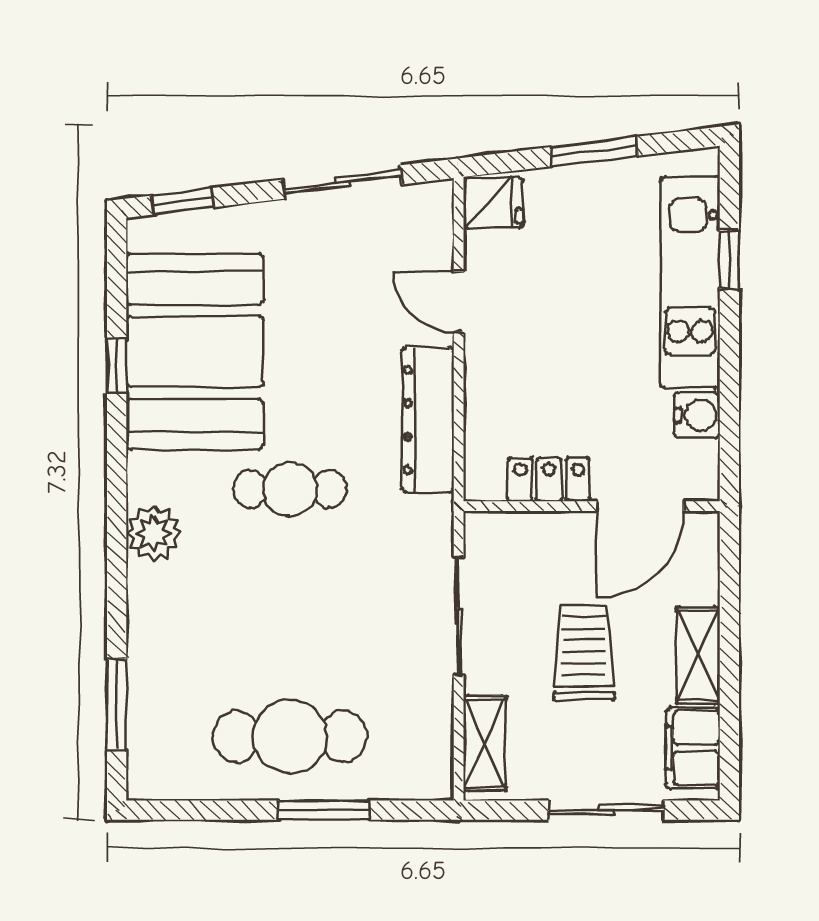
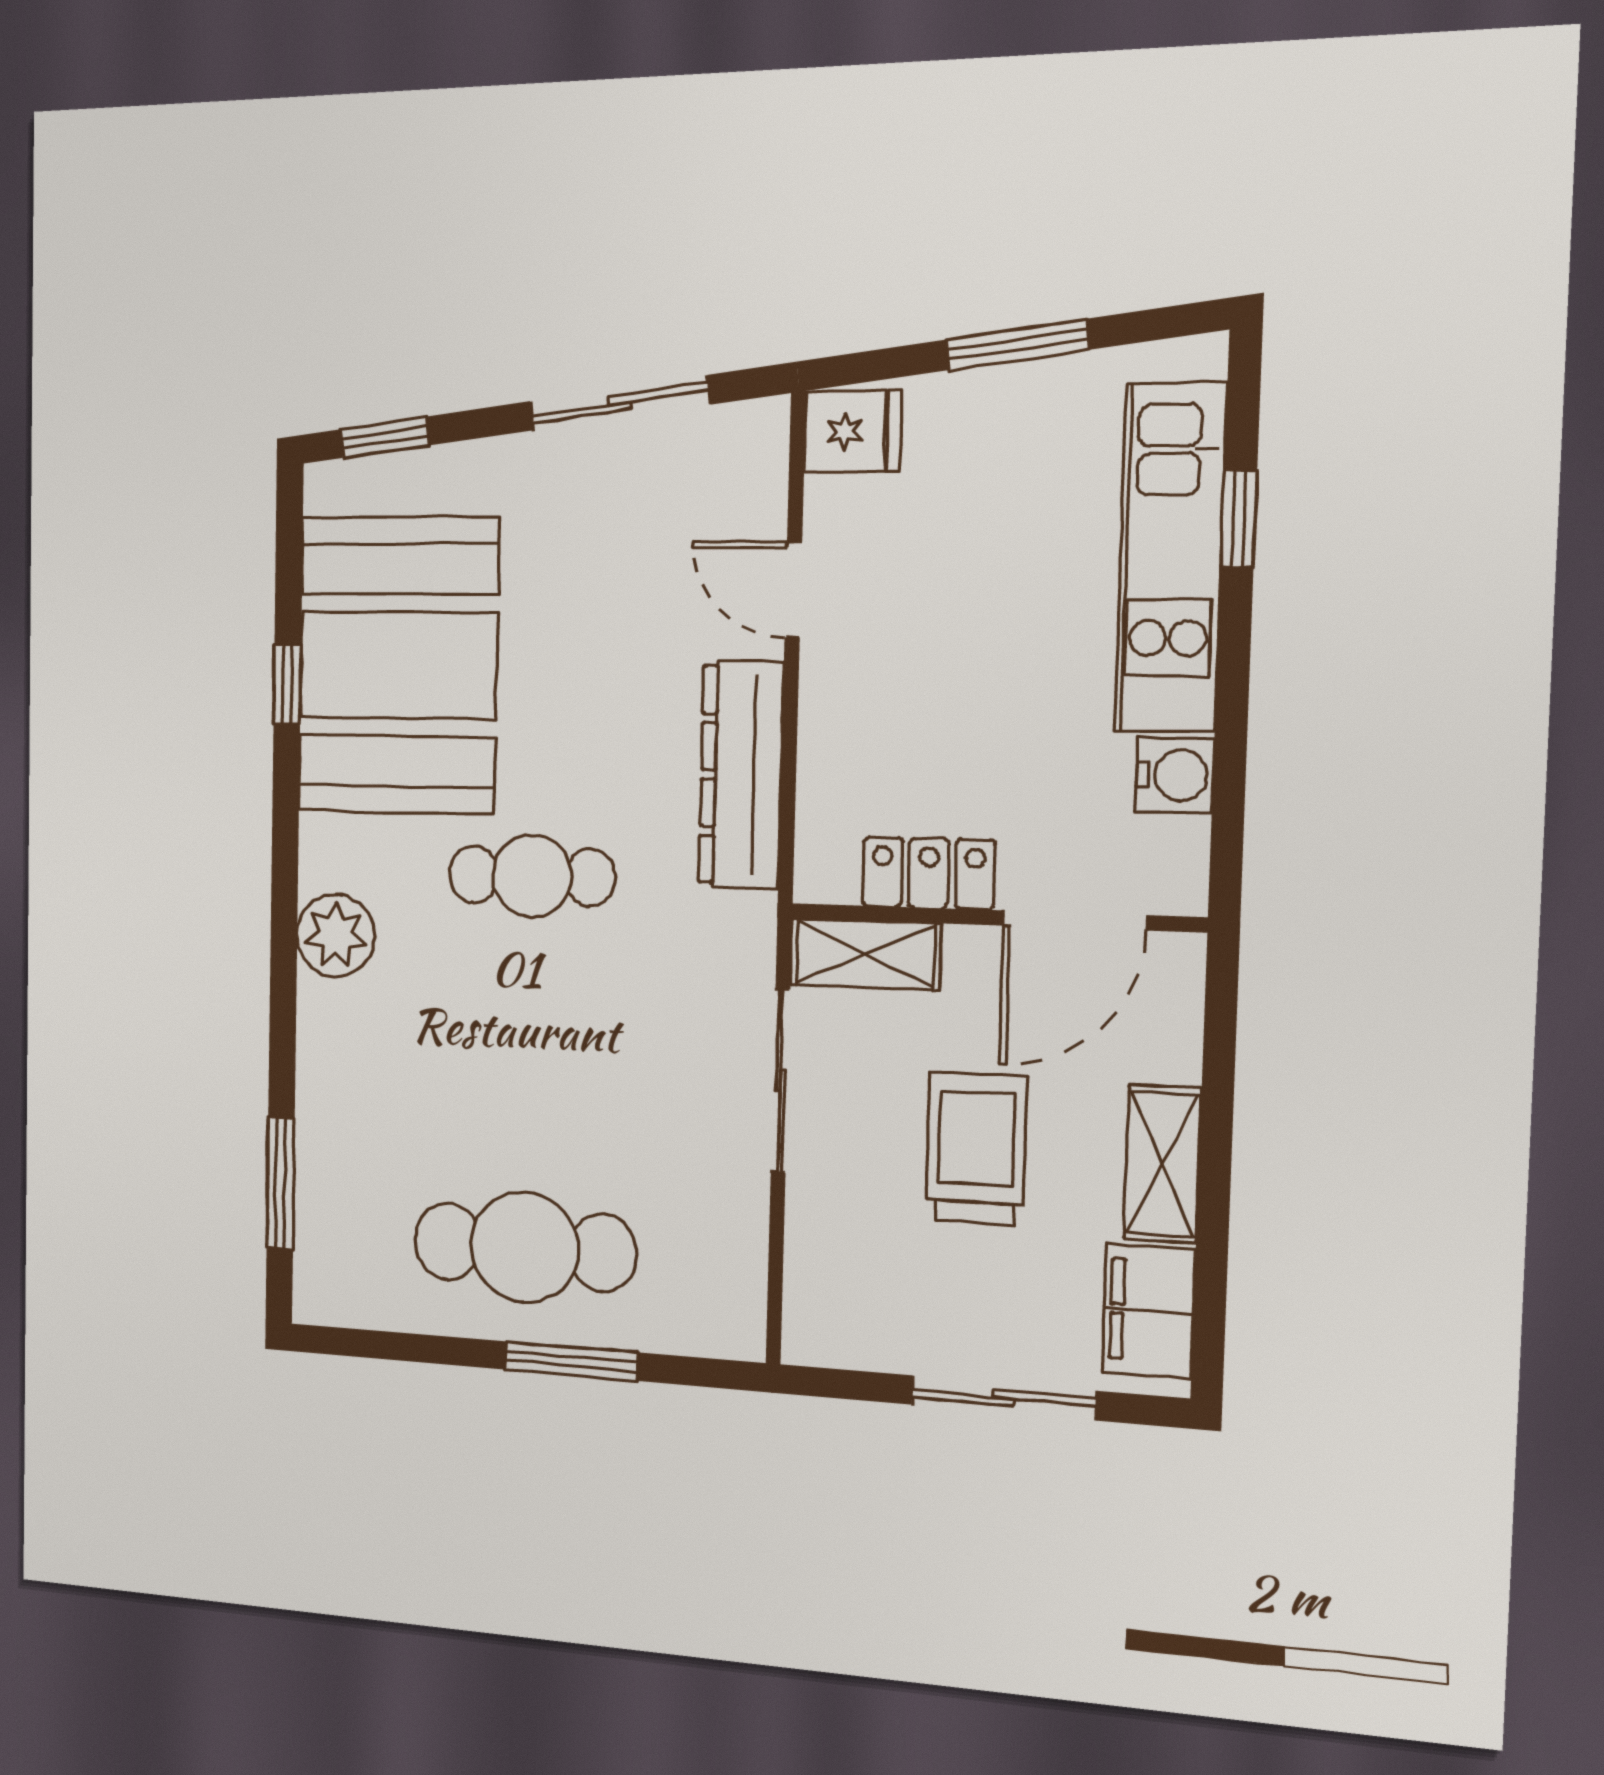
shelving: (485, 743) -> (865, 954), moved, turned 90

